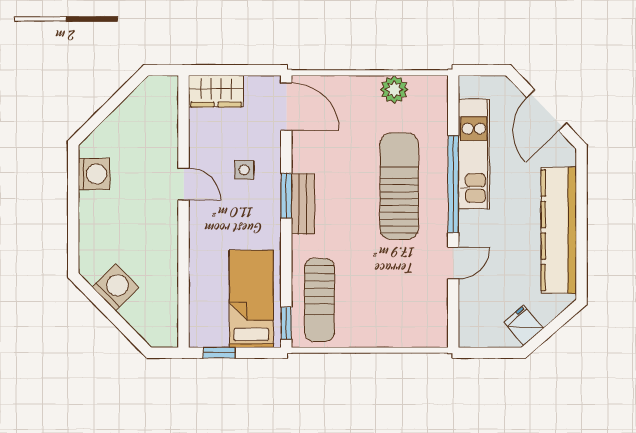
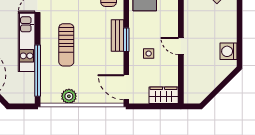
kitchen unit: (474, 154) -> (27, 42), moved
window: (453, 184) -> (38, 71), moved
sun lounger: (399, 186) -> (66, 45), width x0.73, depth x0.75

